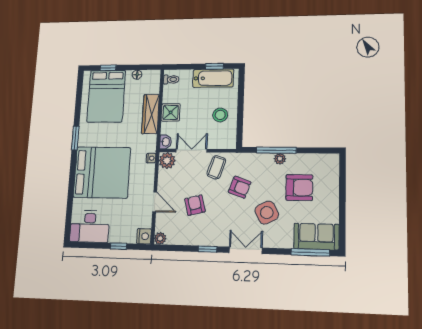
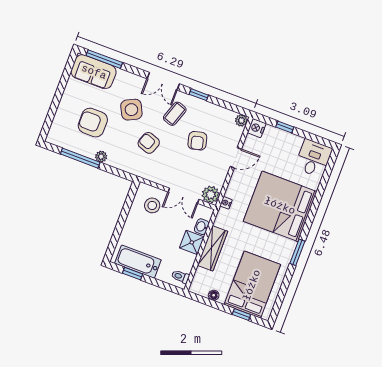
stool: (220, 115) -> (152, 205), moved
washbasin: (165, 142) -> (202, 227), moved
window: (276, 150) -> (80, 158), moved
coffee table: (216, 167) -> (175, 114), moved
door: (155, 202) -> (236, 158), swing flipped
desk: (90, 227) -> (313, 158), width x0.73

